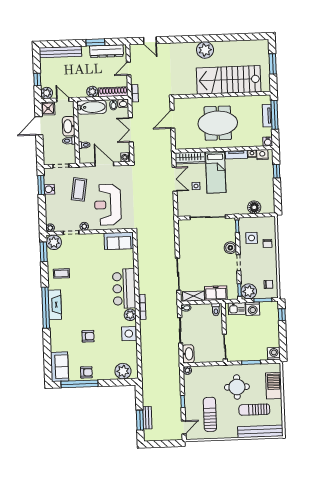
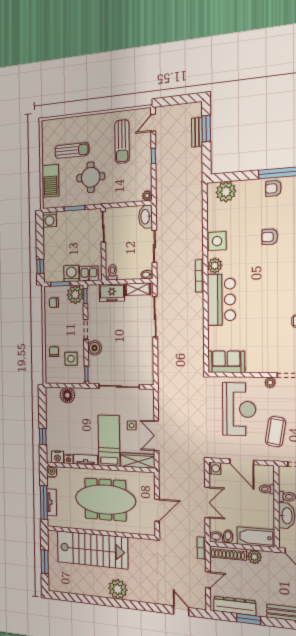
meeting table: (218, 123) -> (105, 500), width x1.36
bench: (260, 431) -> (66, 124), removed

